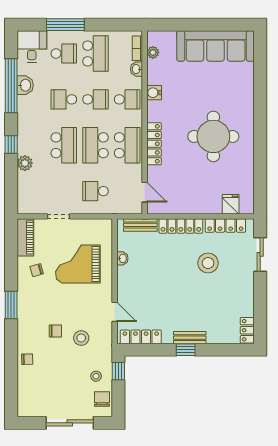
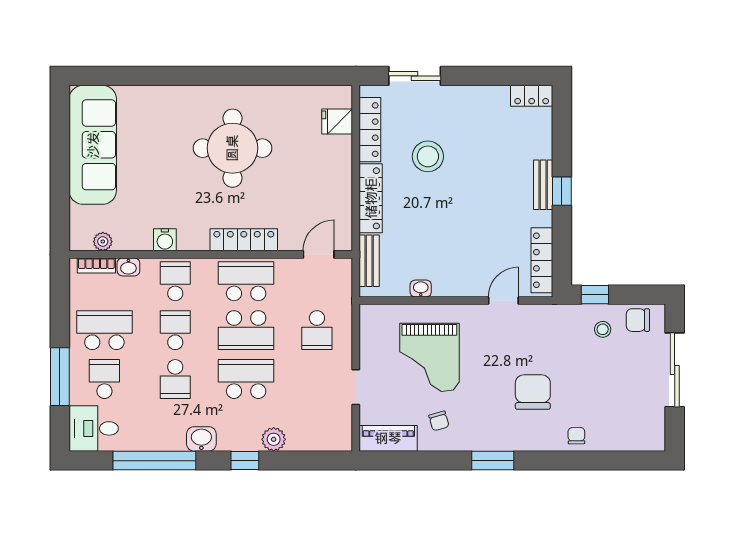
washbasin: (25, 85) -> (201, 439), moved
chair: (55, 331) -> (533, 392), width x1.87, depth x1.87
stool: (81, 338) -> (544, 352), removed

